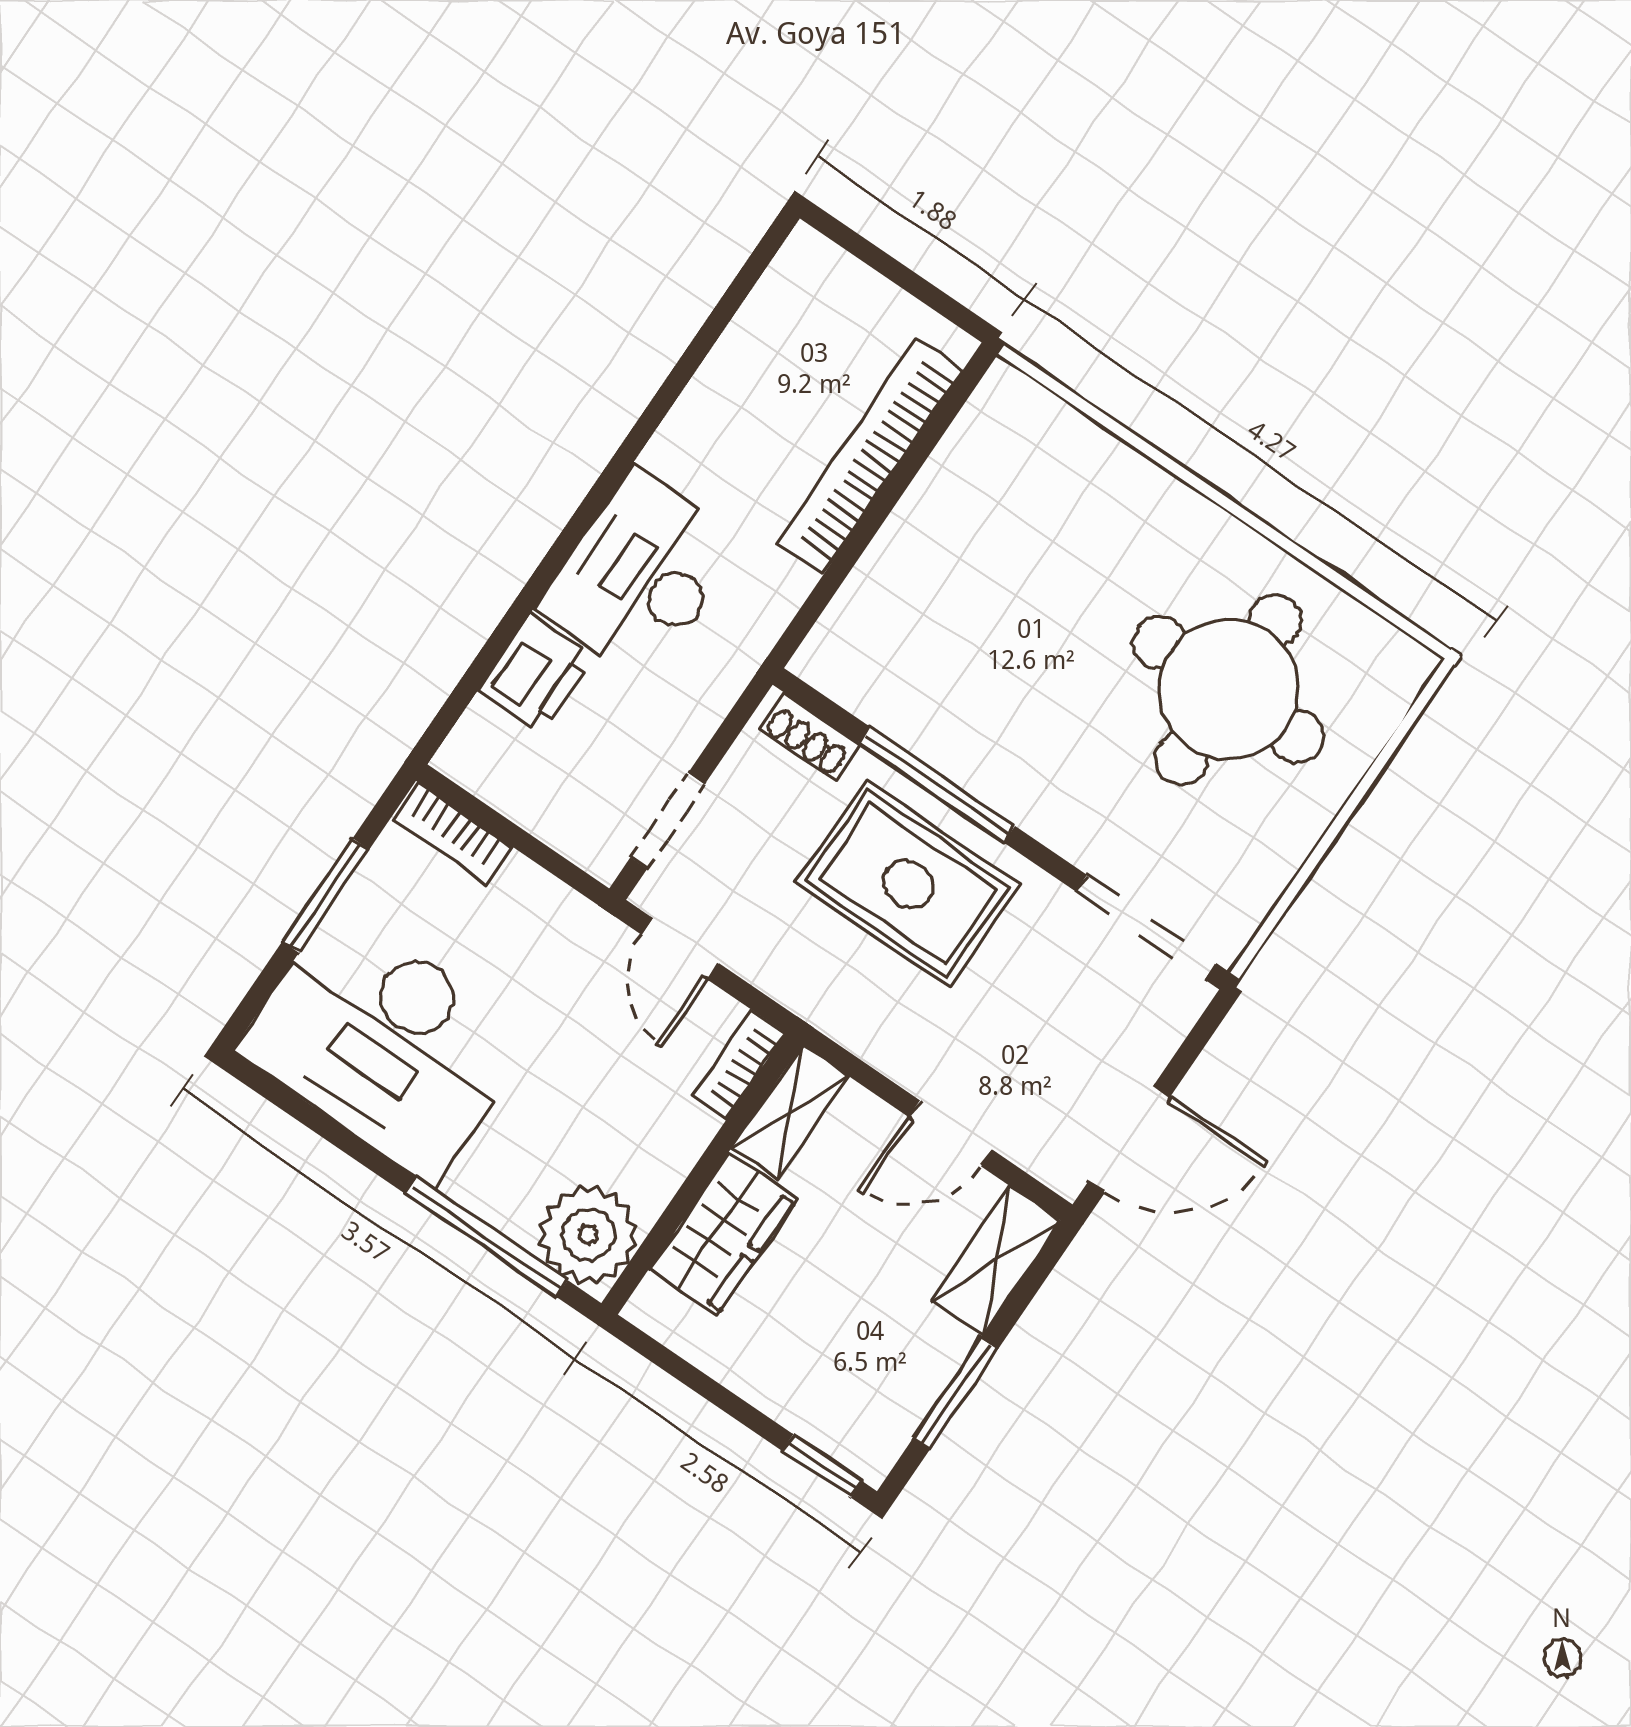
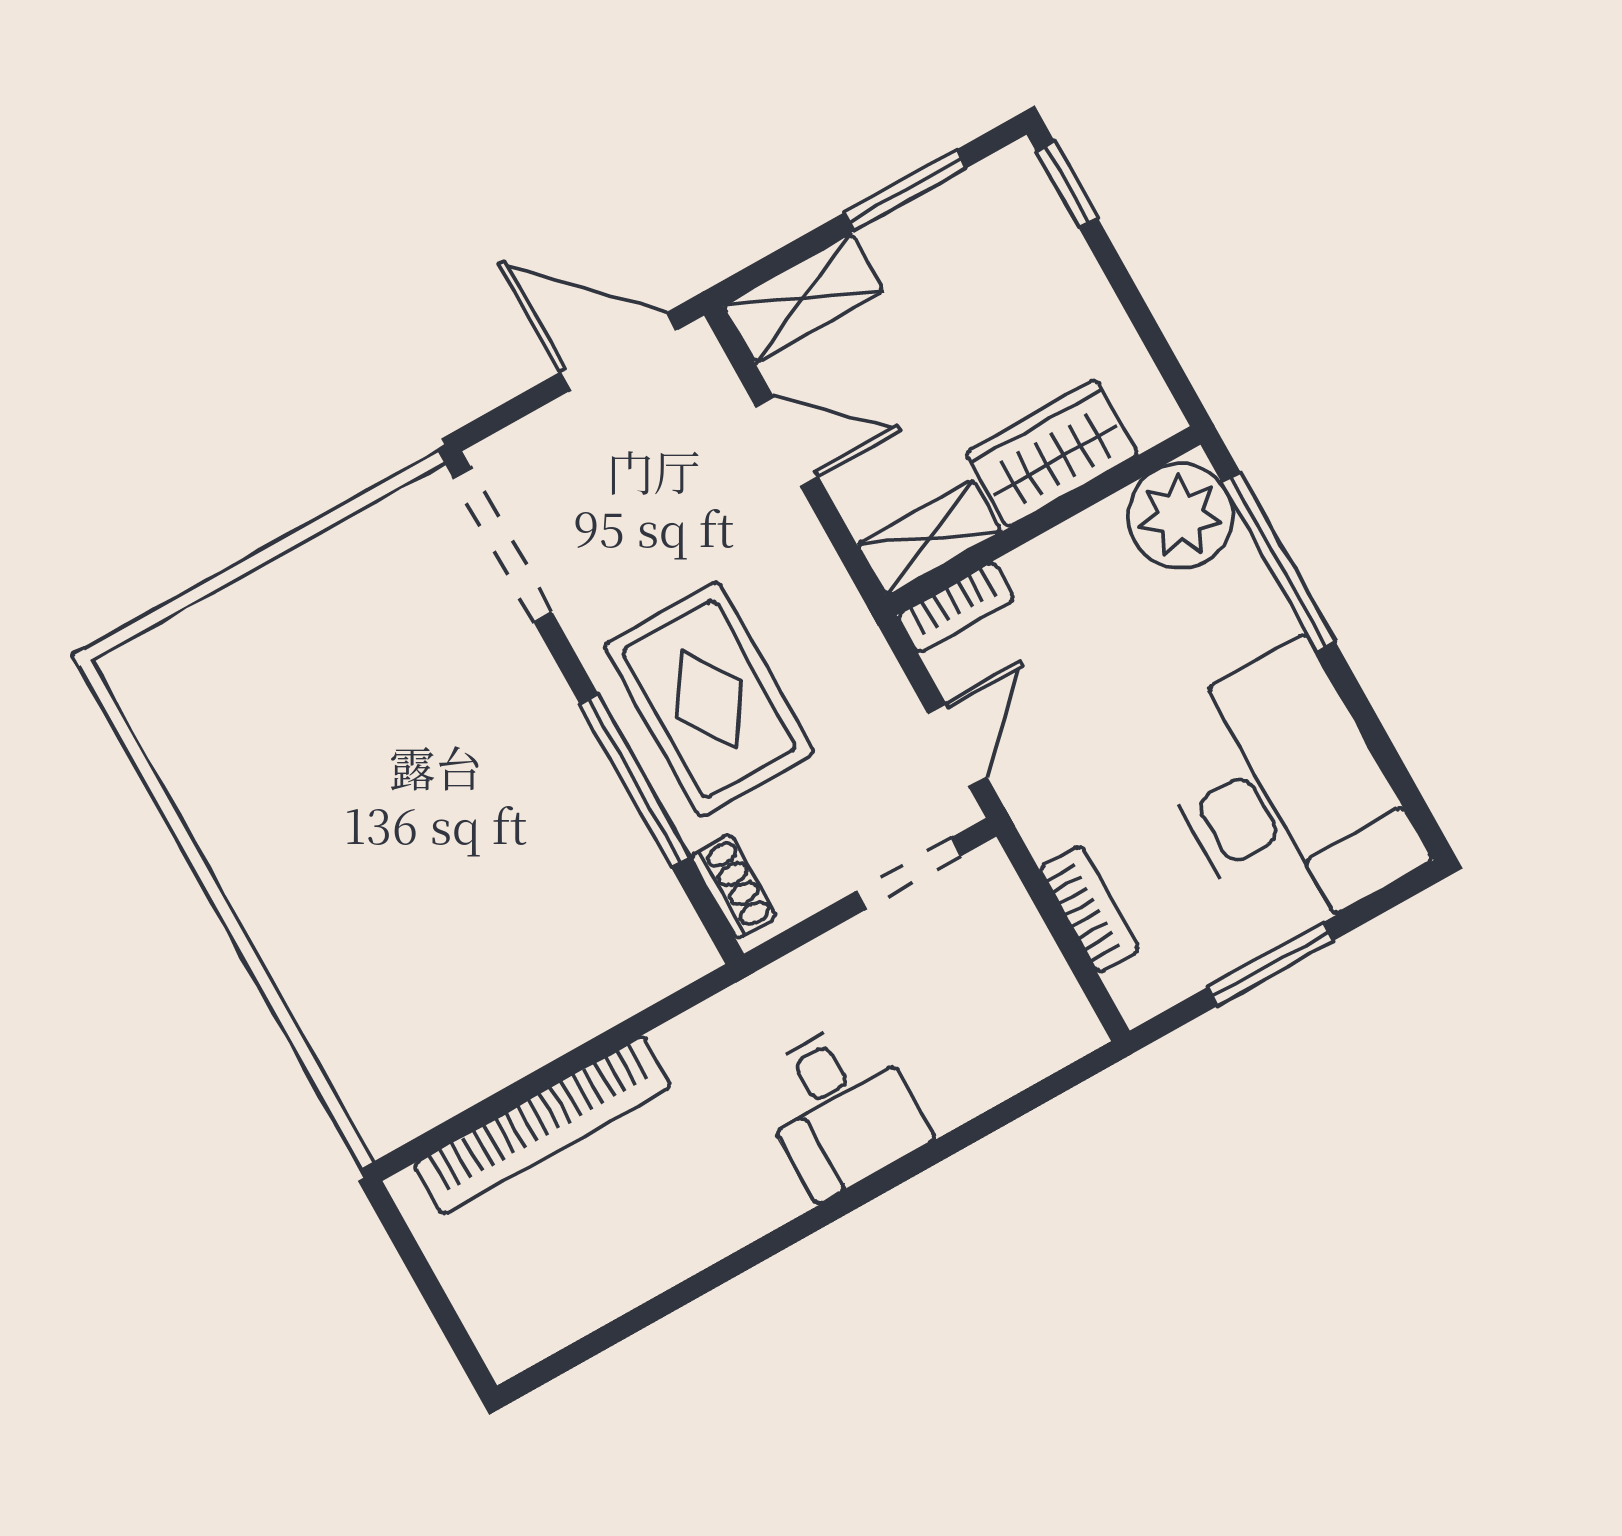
desk: (640, 575) -> (841, 1108), width x0.73
printer: (536, 674) -> (965, 1076), removed
round table: (1228, 689) -> (311, 733), removed
bookcase: (452, 833) -> (1089, 909), moved

